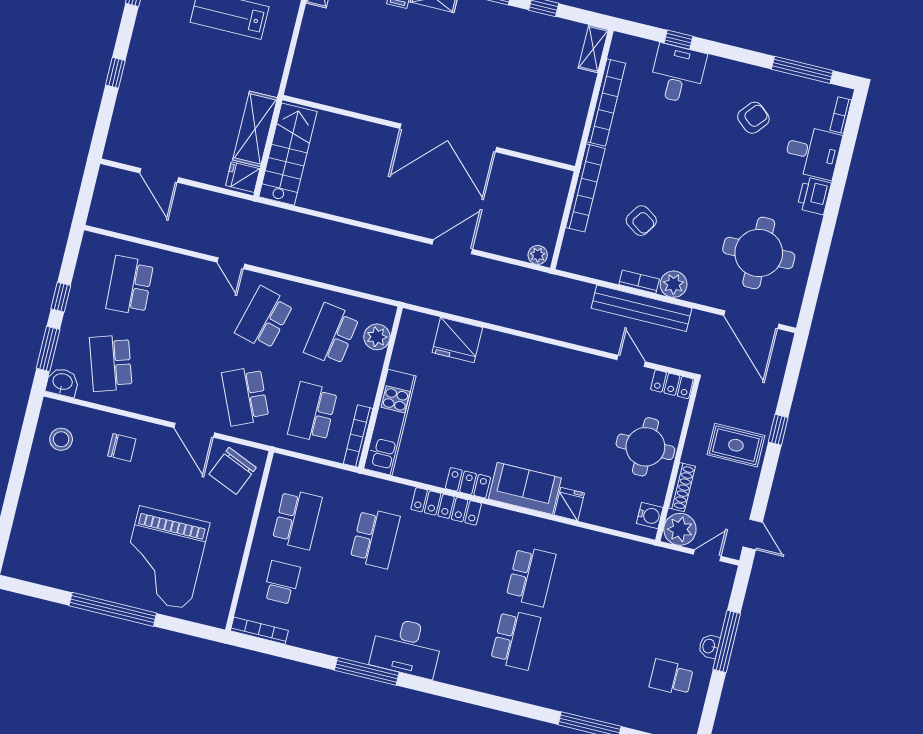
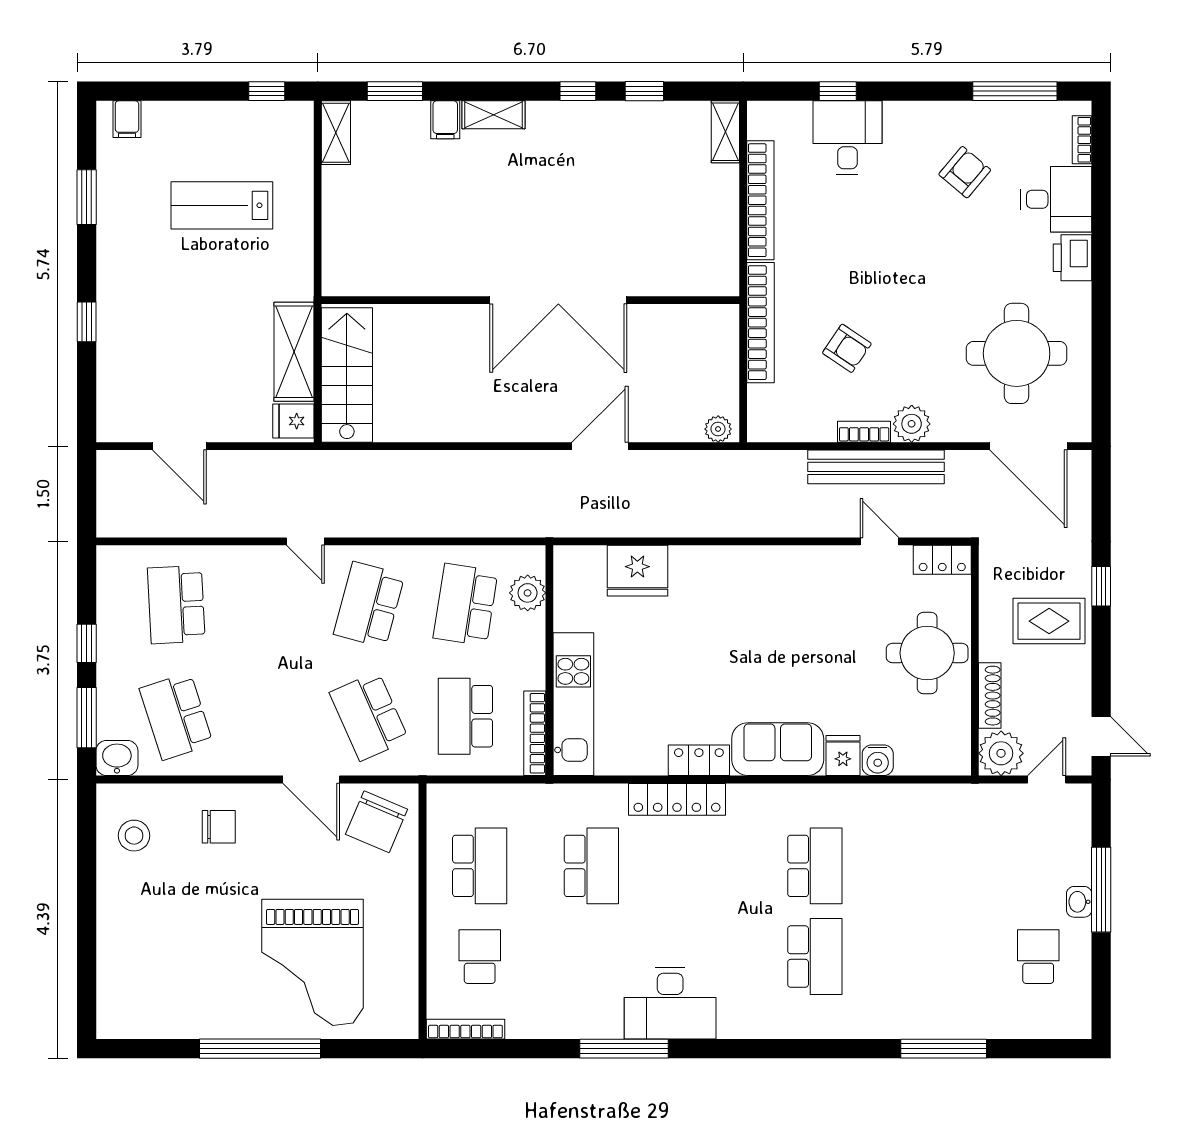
water cooler: (650, 516) -> (878, 760), moved, turned 90
school desk: (671, 677) -> (1038, 957), turned 90

